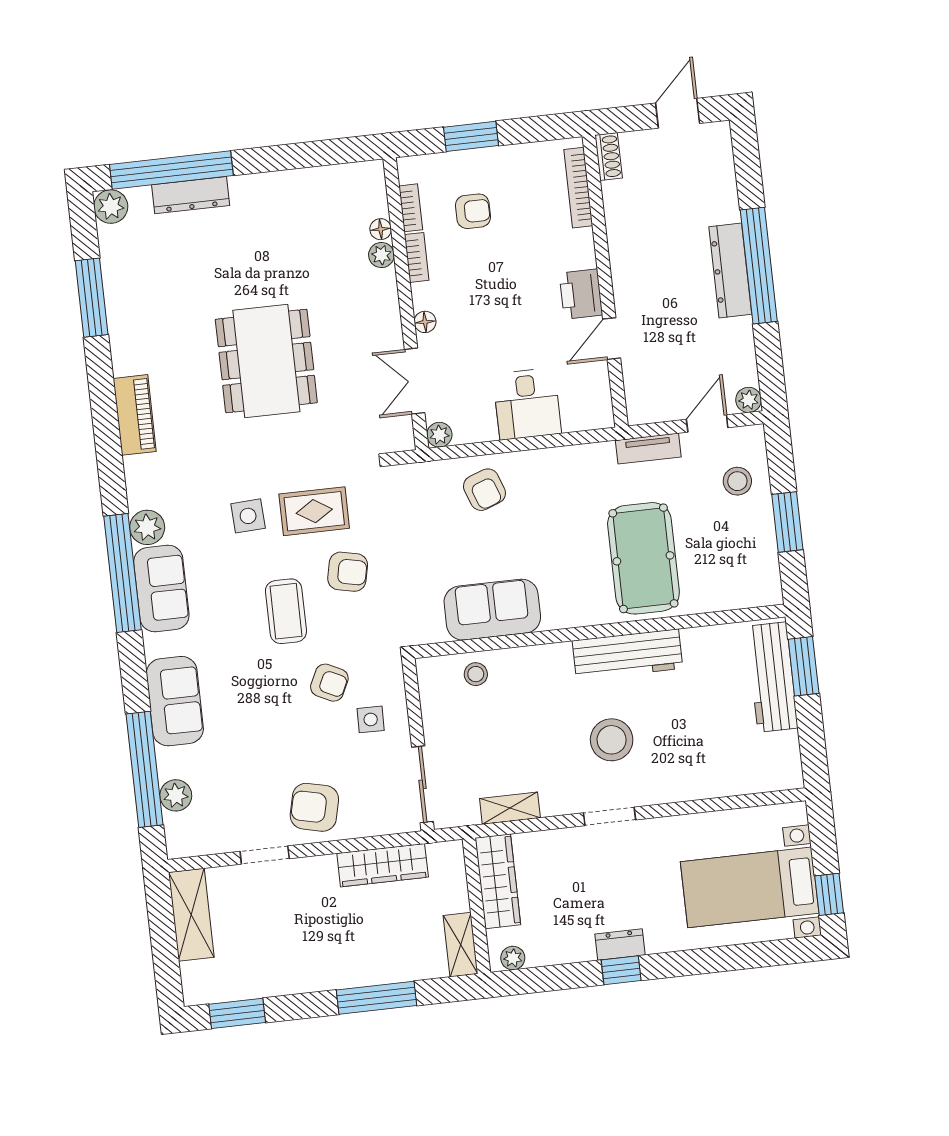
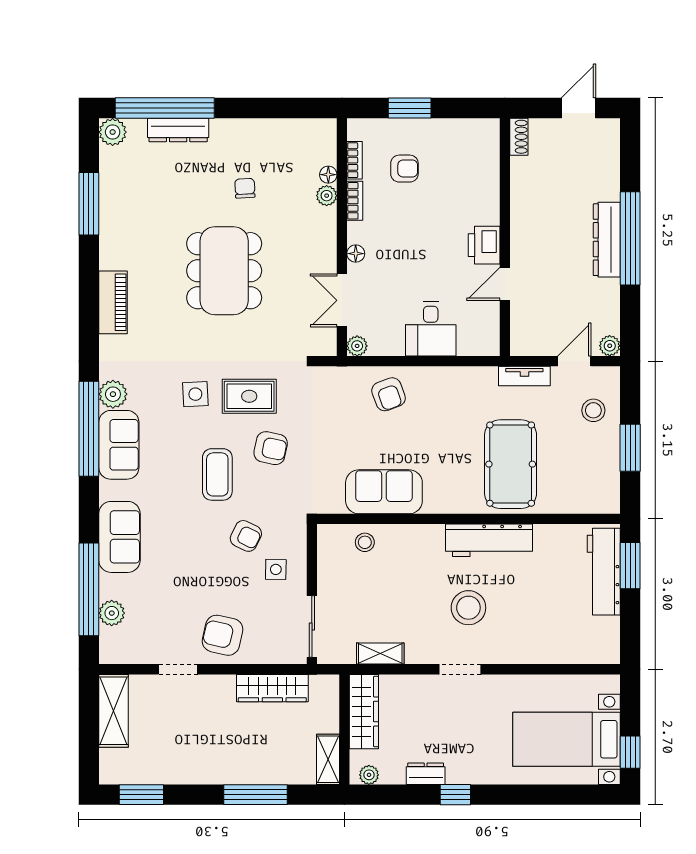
bookcase: (578, 188) -> (492, 159), removed
chair: (280, 257) -> (245, 188), added
dresser: (620, 945) -> (426, 774), moved

